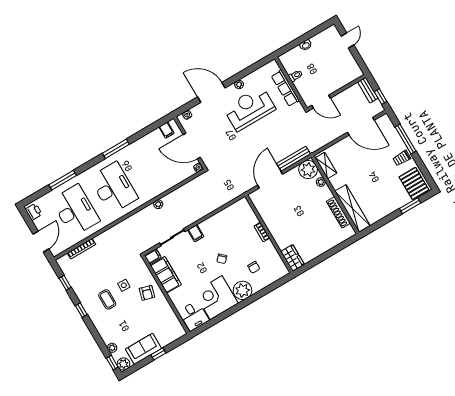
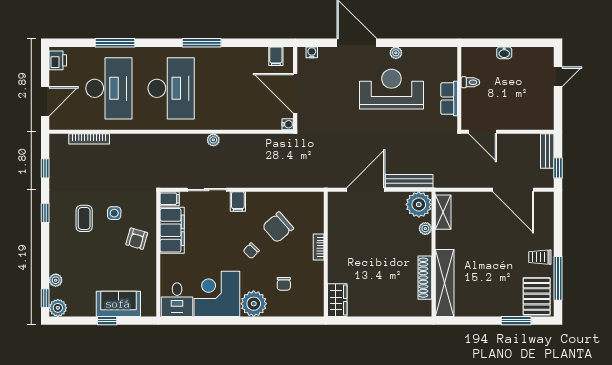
row of seats: (285, 88) -> (449, 98), width x0.68
window: (405, 139) -> (558, 278), moved
chair: (230, 235) -> (278, 227), added
sofa: (144, 349) -> (118, 304), moved

